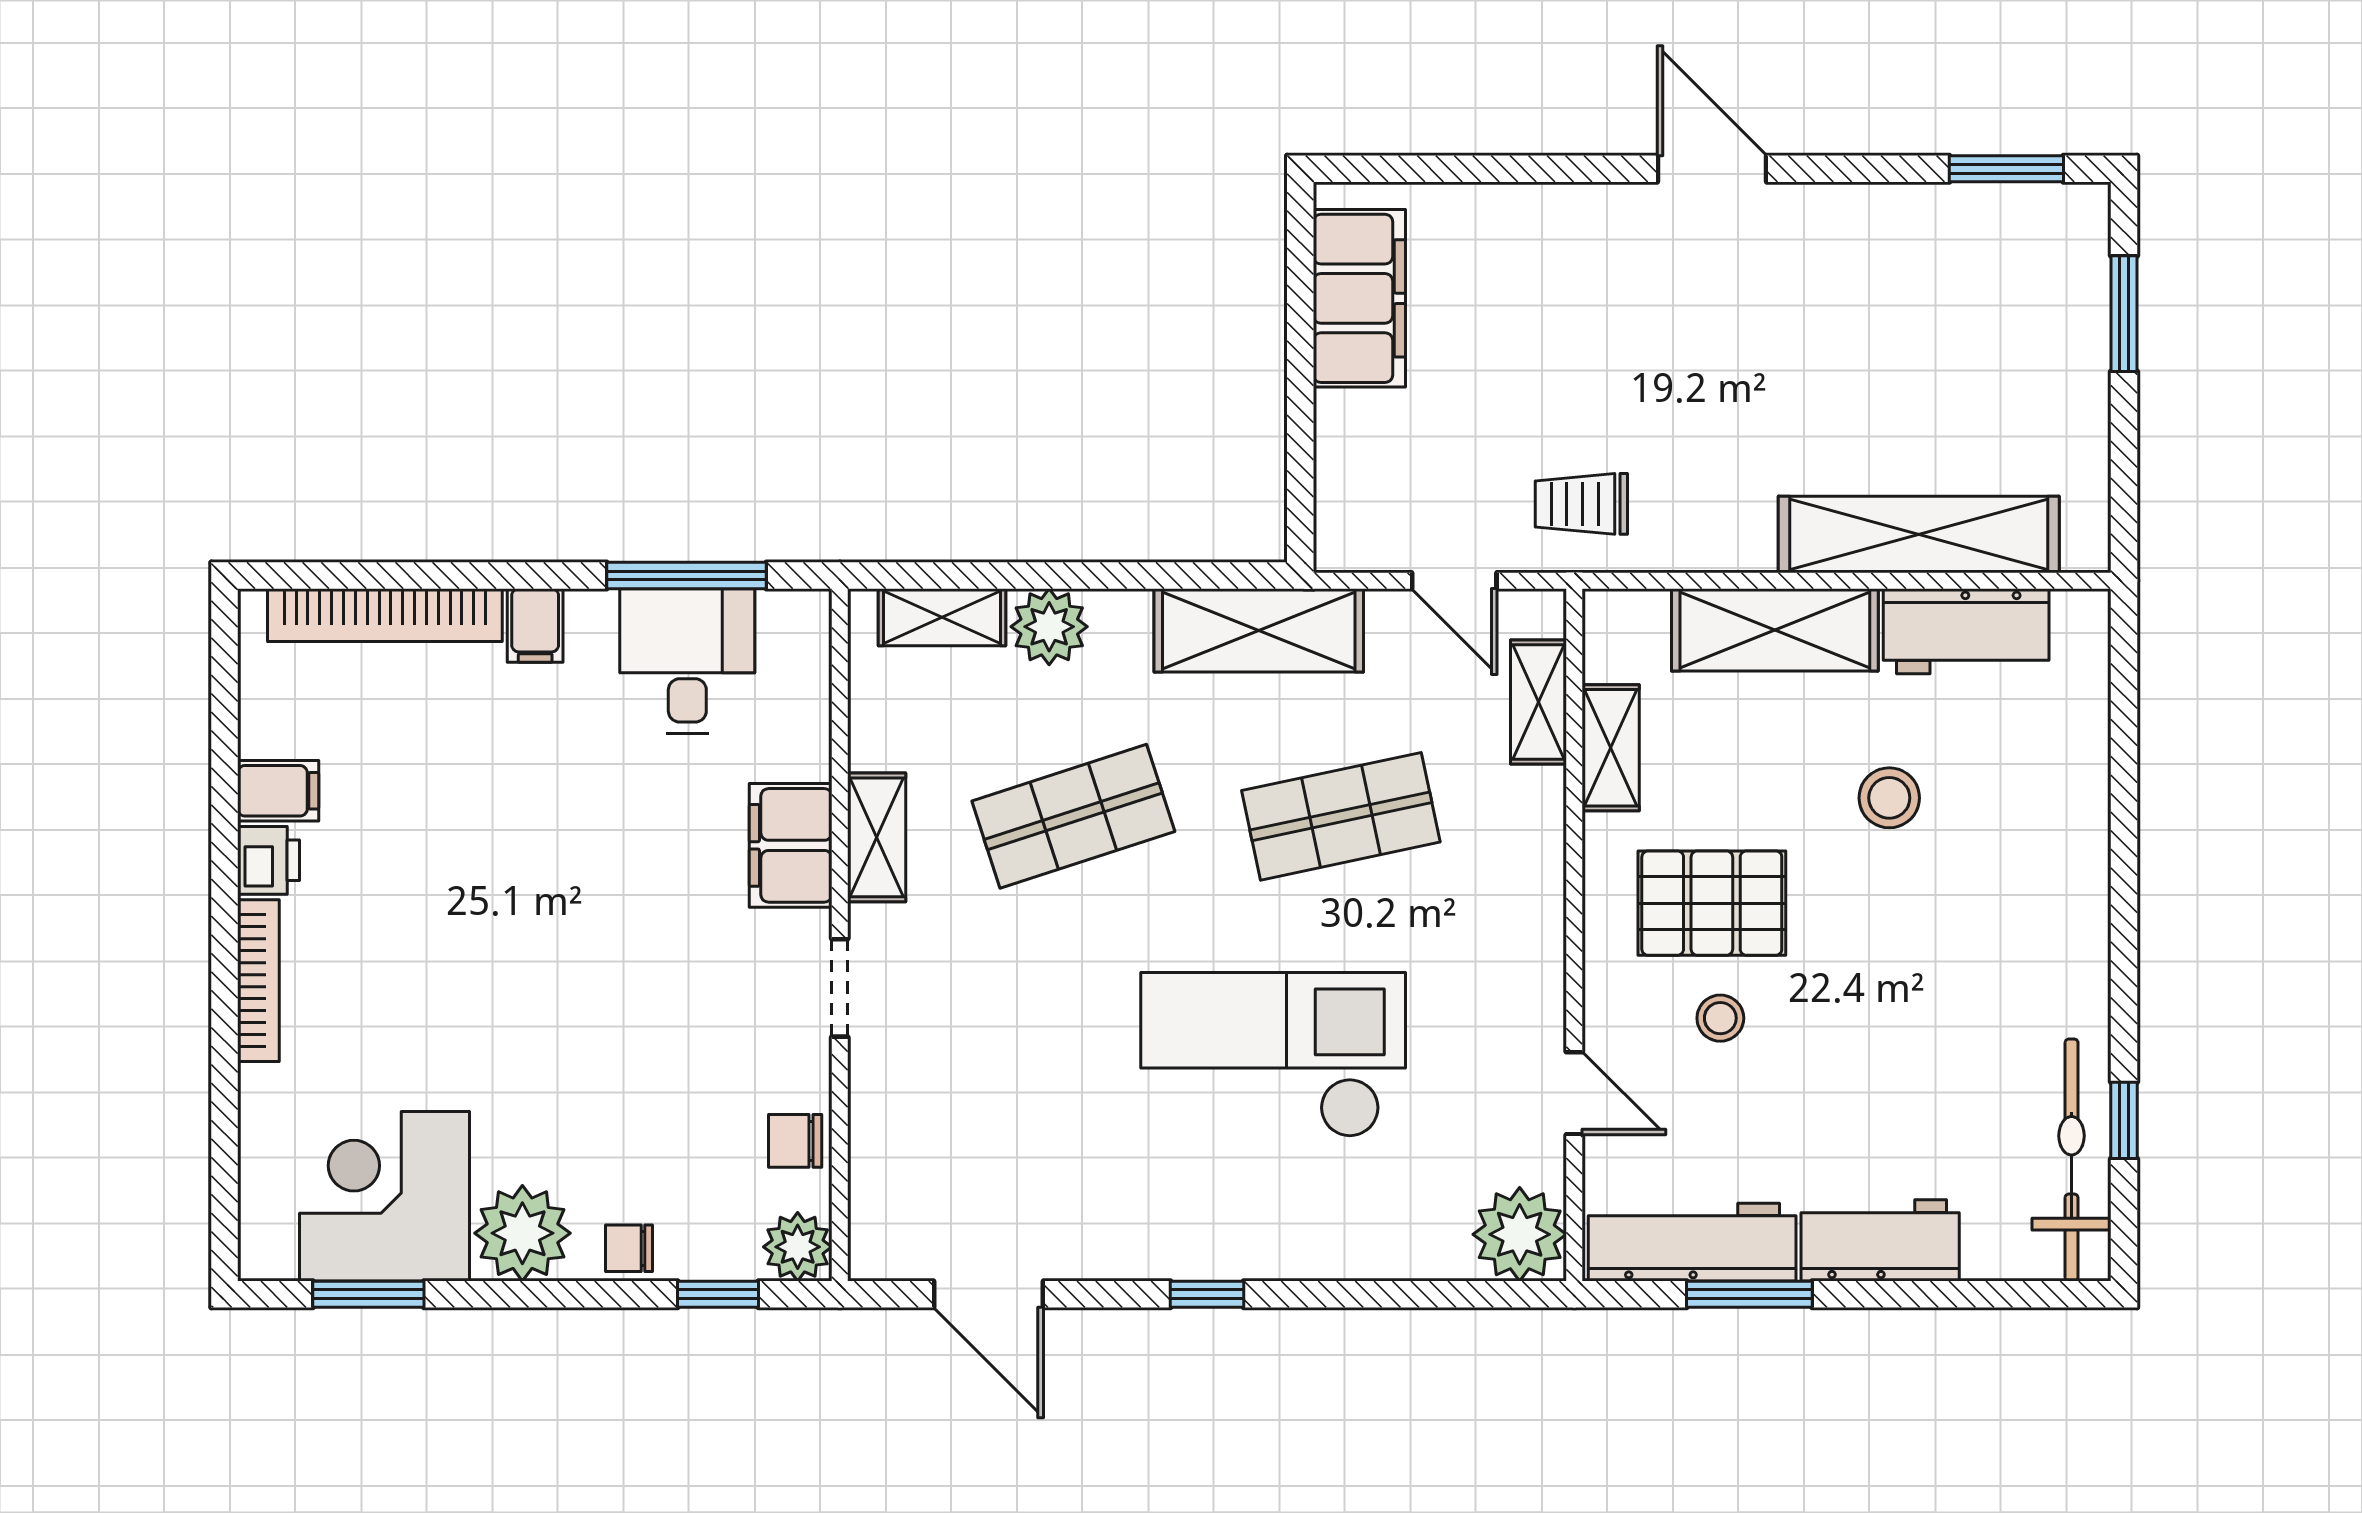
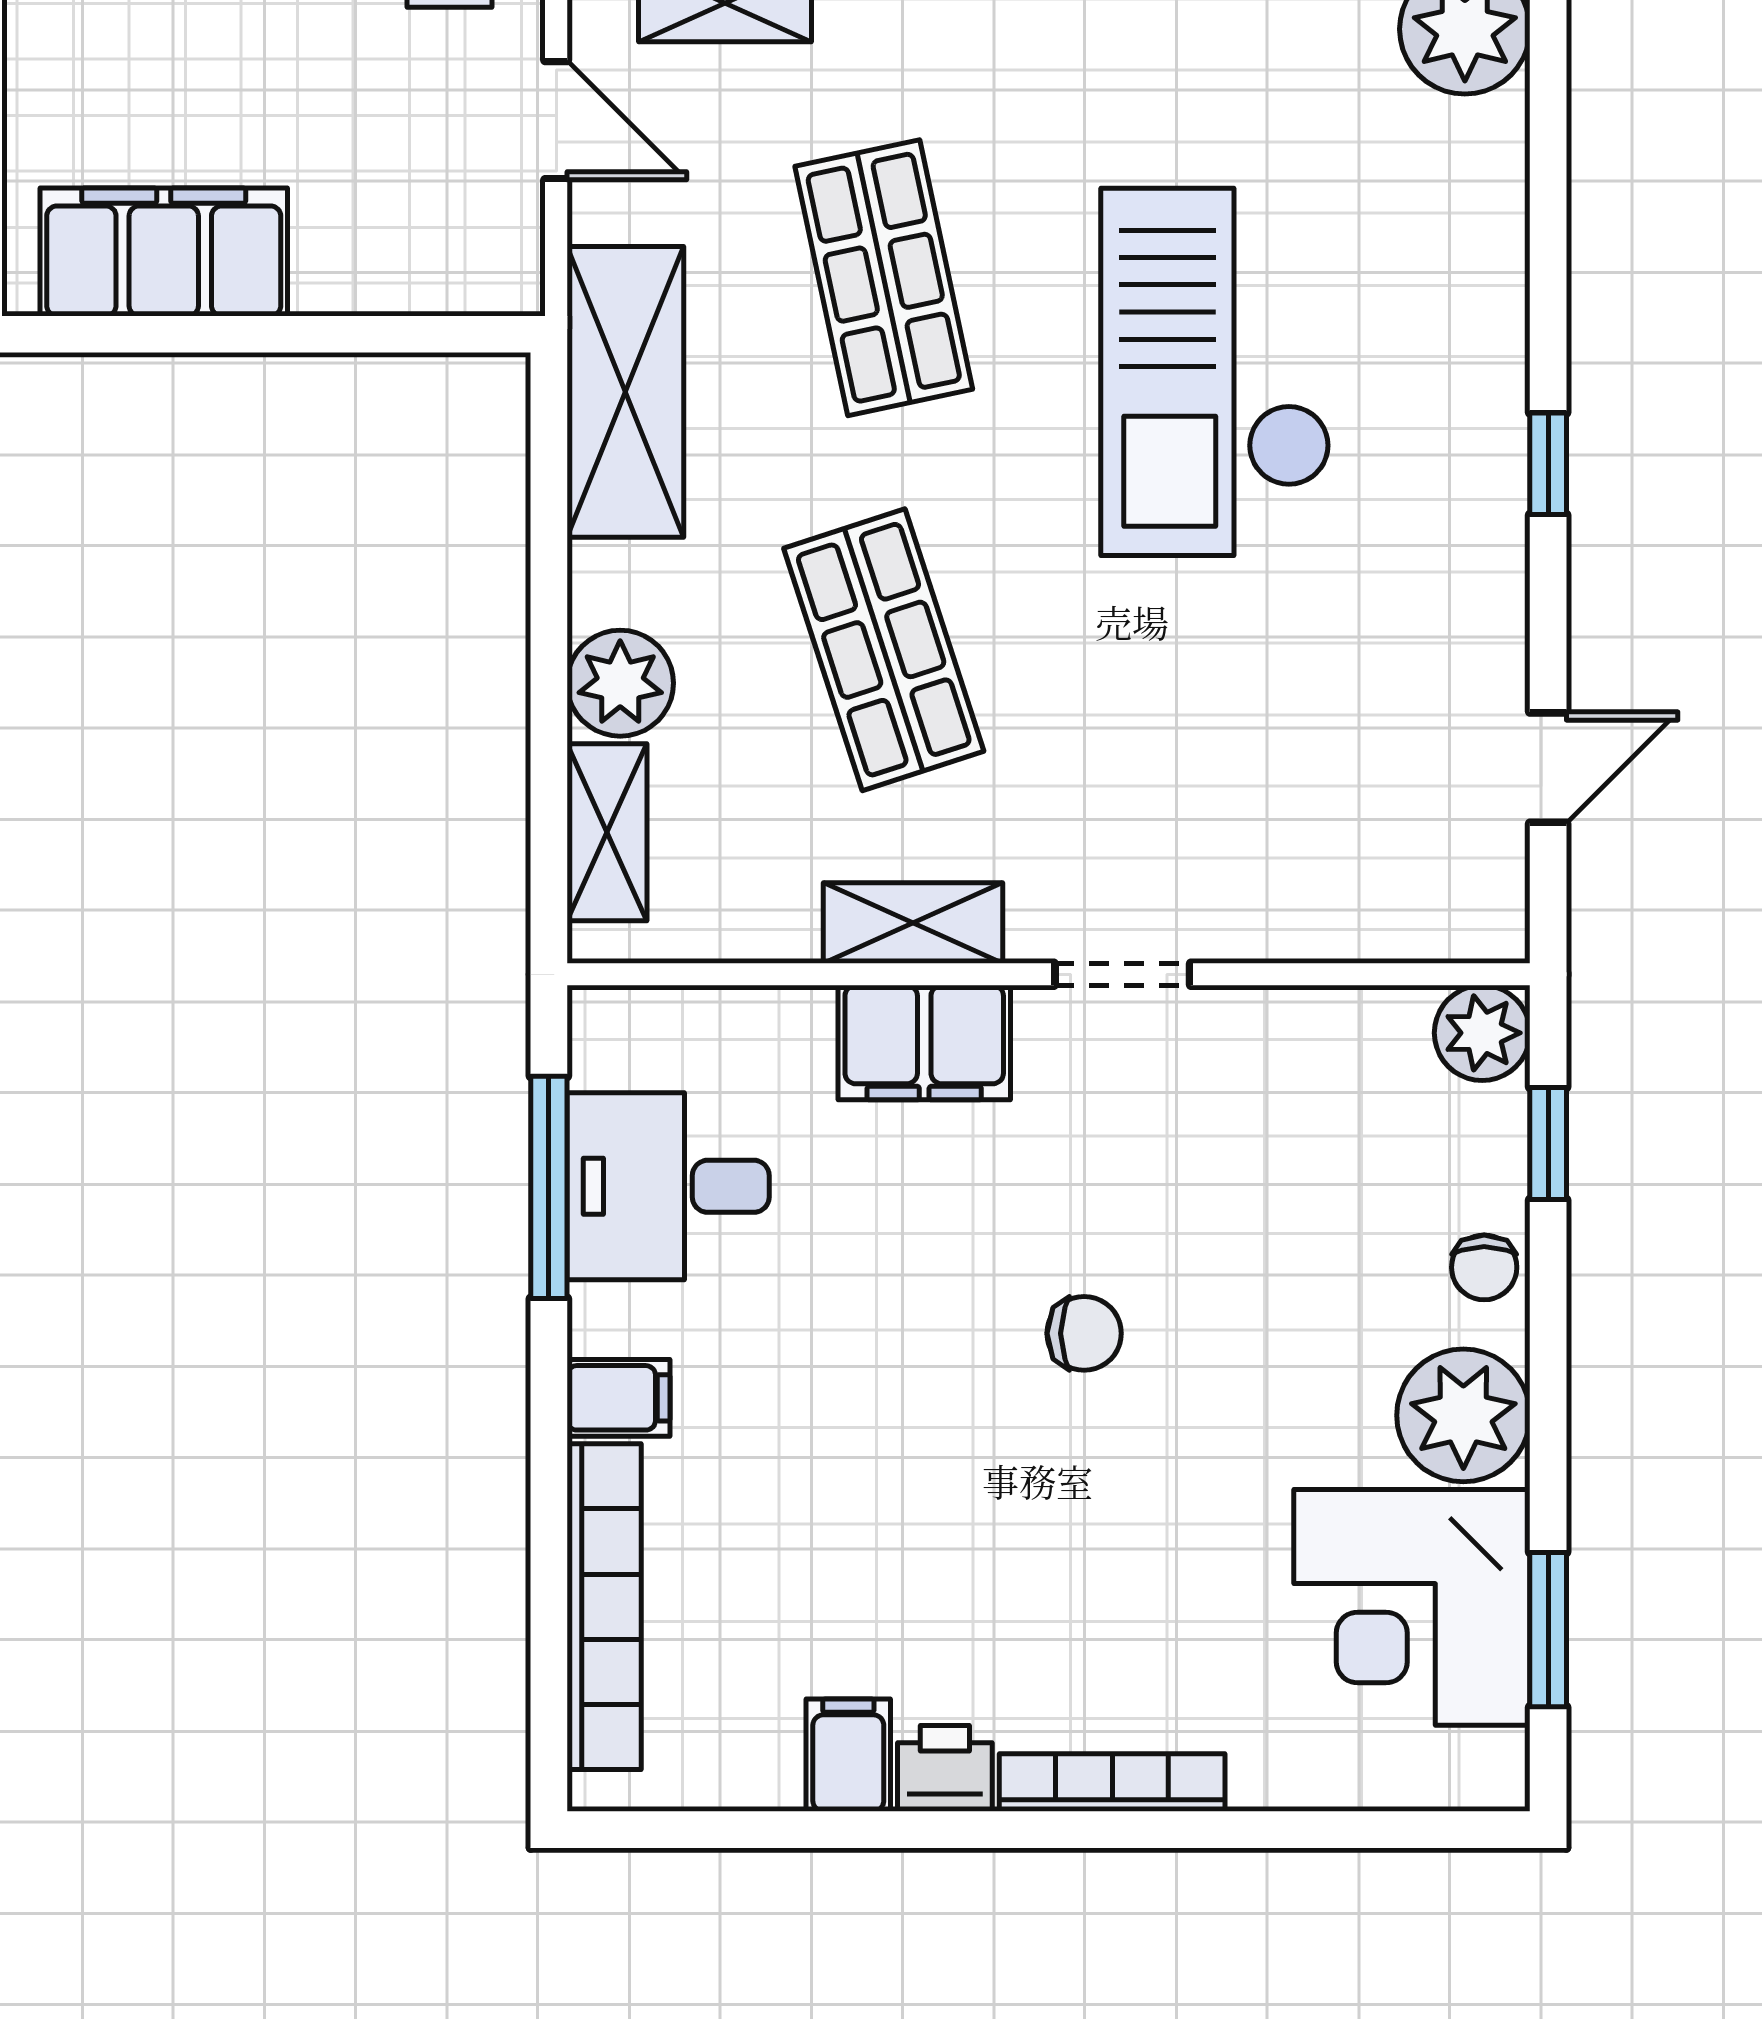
door: (1454, 581) -> (556, 120), hinge flipped
chair: (795, 1141) -> (1084, 1333), moved, turned -90
door: (989, 1294) -> (1548, 768), width x0.73

